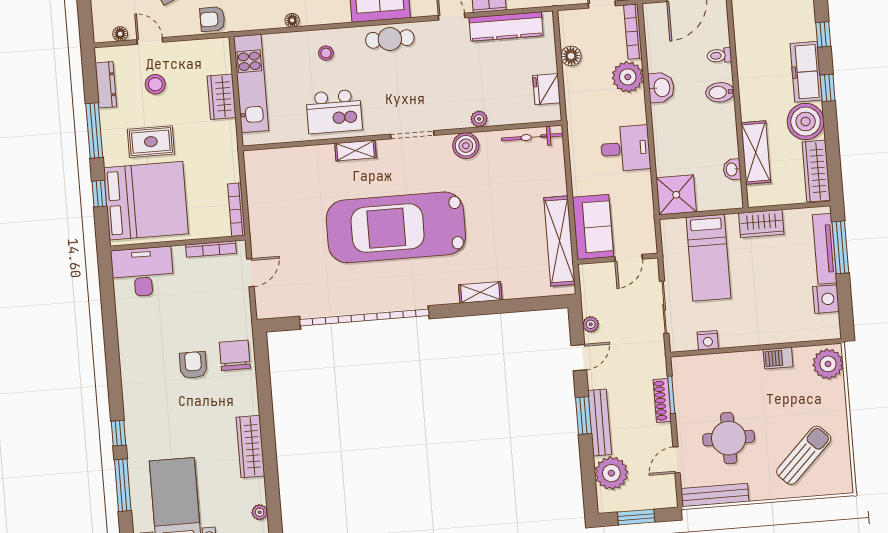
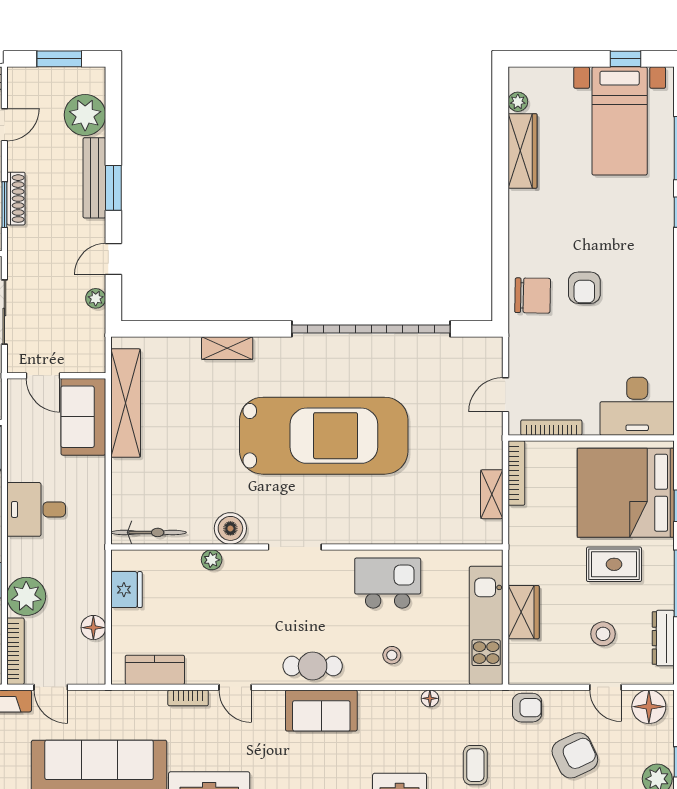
kitchen counter: (506, 26) -> (155, 670), width x0.67
floor lamp: (120, 34) -> (649, 707), width x1.89, depth x1.89
shelving: (356, 151) -> (492, 494), moved, turned 90
door: (629, 258) -> (43, 376), swing flipped
chair: (235, 355) -> (533, 295), turned -89
wardrobe: (250, 447) -> (522, 151), moved

